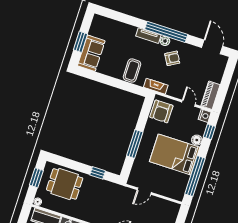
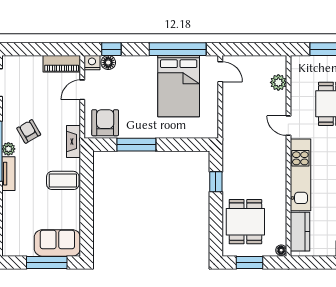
window: (81, 42) -> (47, 262), width x1.44
armchair: (161, 111) -> (105, 123), turned -90
floor lamp: (197, 140) -> (108, 63), moved
window: (135, 144) -> (136, 145), moved
bed: (175, 154) -> (179, 86), moved
door: (144, 191) -> (220, 72), moved

